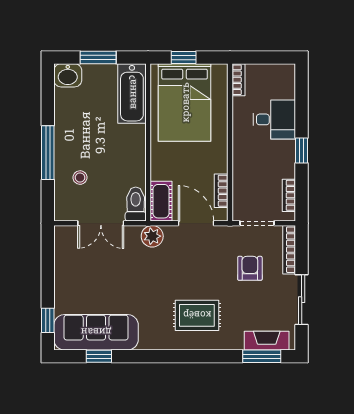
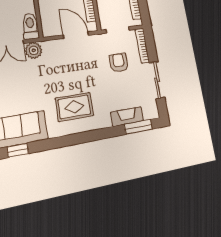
cot: (161, 201) -> (49, 22), removed
plant: (152, 236) -> (34, 50), moved
rug: (197, 315) -> (74, 107), moved
fireplace: (267, 341) -> (127, 117), moved

